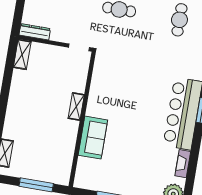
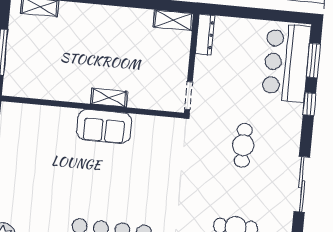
sofa: (93, 138) -> (104, 126), moved

